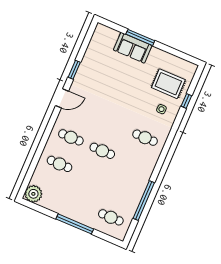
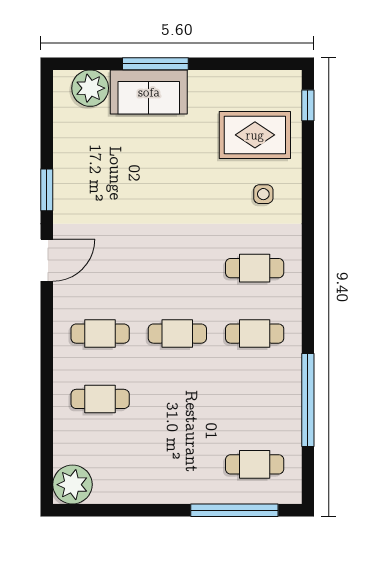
plant: (110, 36) -> (90, 88), added
window: (186, 101) -> (308, 105), moved
cafe table: (134, 164) -> (255, 334), added
window: (75, 224) -> (234, 510), moved

